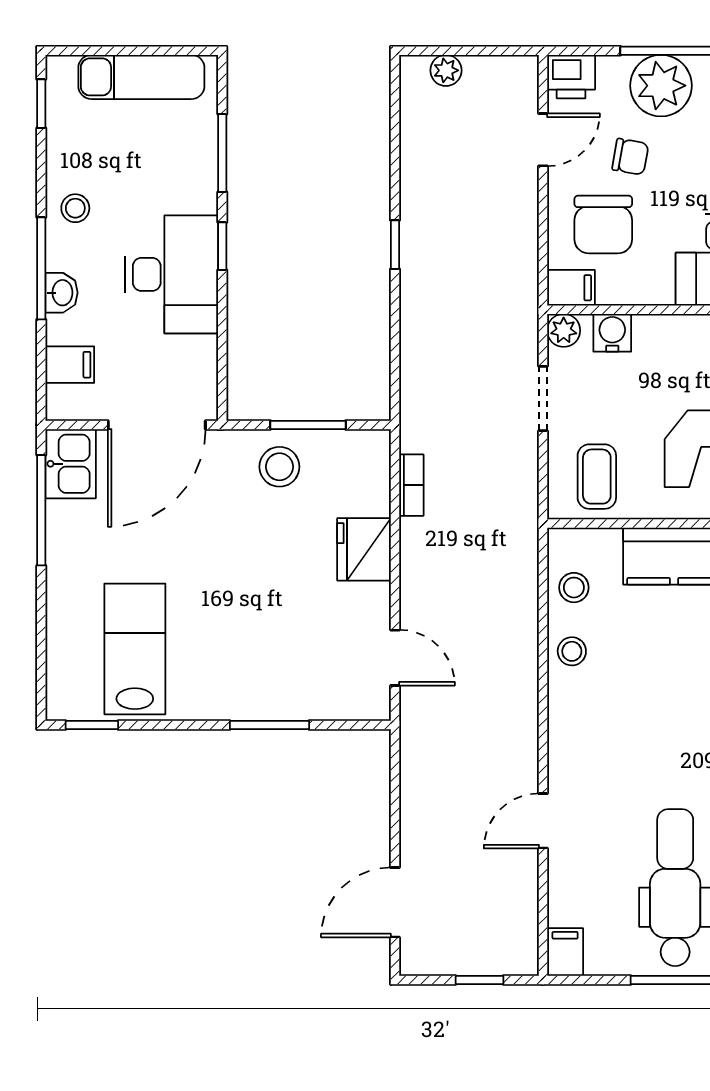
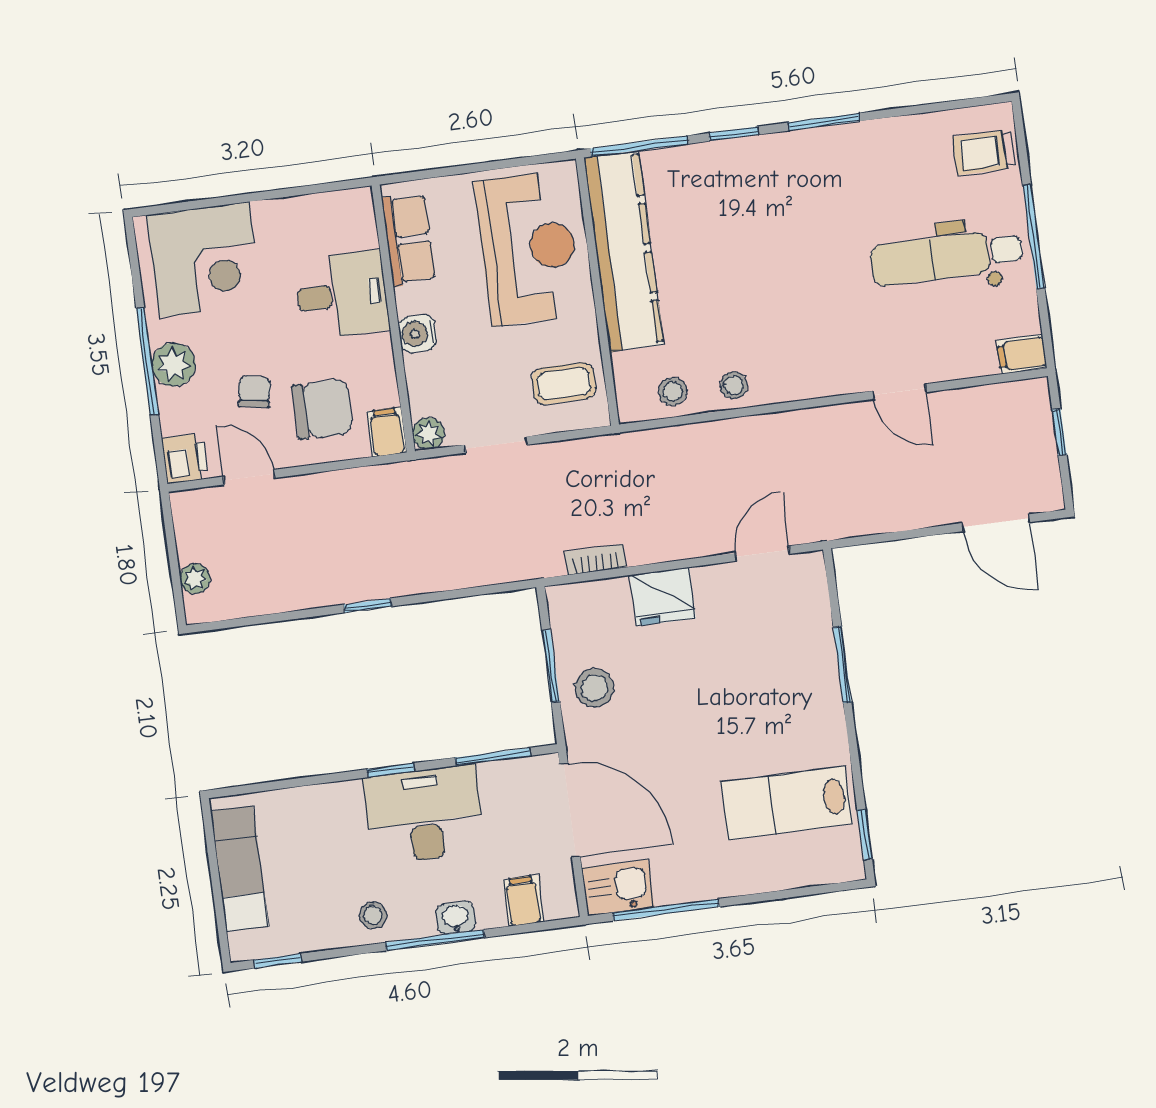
plant: (661, 86) -> (174, 365), width x0.73, depth x0.73
window: (222, 153) -> (493, 757), moved
water cooler: (612, 333) -> (418, 334), moved

